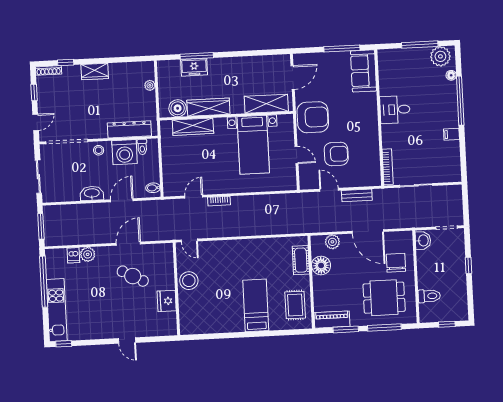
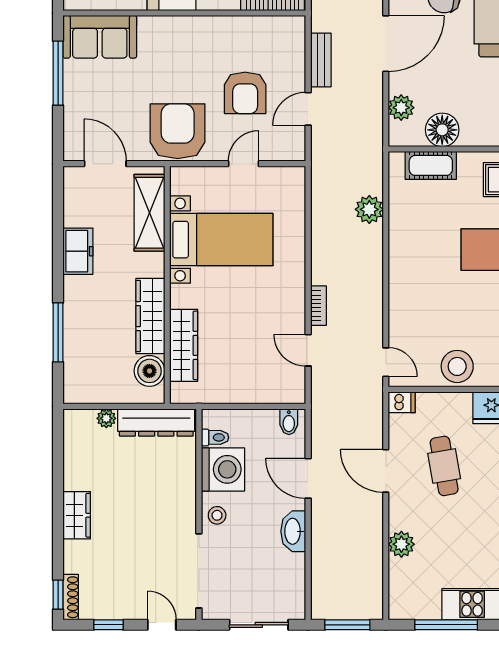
window: (66, 63) -> (58, 595), moved
freezer: (194, 67) -> (78, 251), moved
dresser: (129, 129) -> (156, 423), moved, turned -90
armchair: (336, 154) -> (245, 93), turned 180
plant: (274, 227) -> (369, 209), added
door: (189, 240) -> (386, 362), hinge flipped
dishwasher: (73, 255) -> (402, 402), moved
cafe table: (133, 276) -> (444, 466), turned -38
window: (44, 282) -> (446, 625), width x0.68

